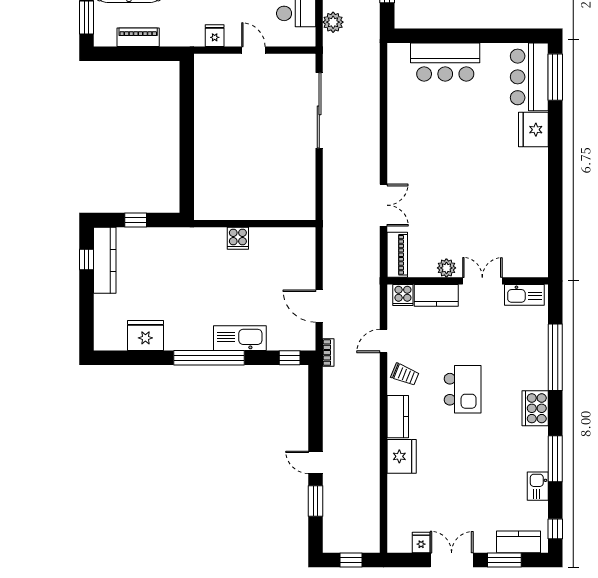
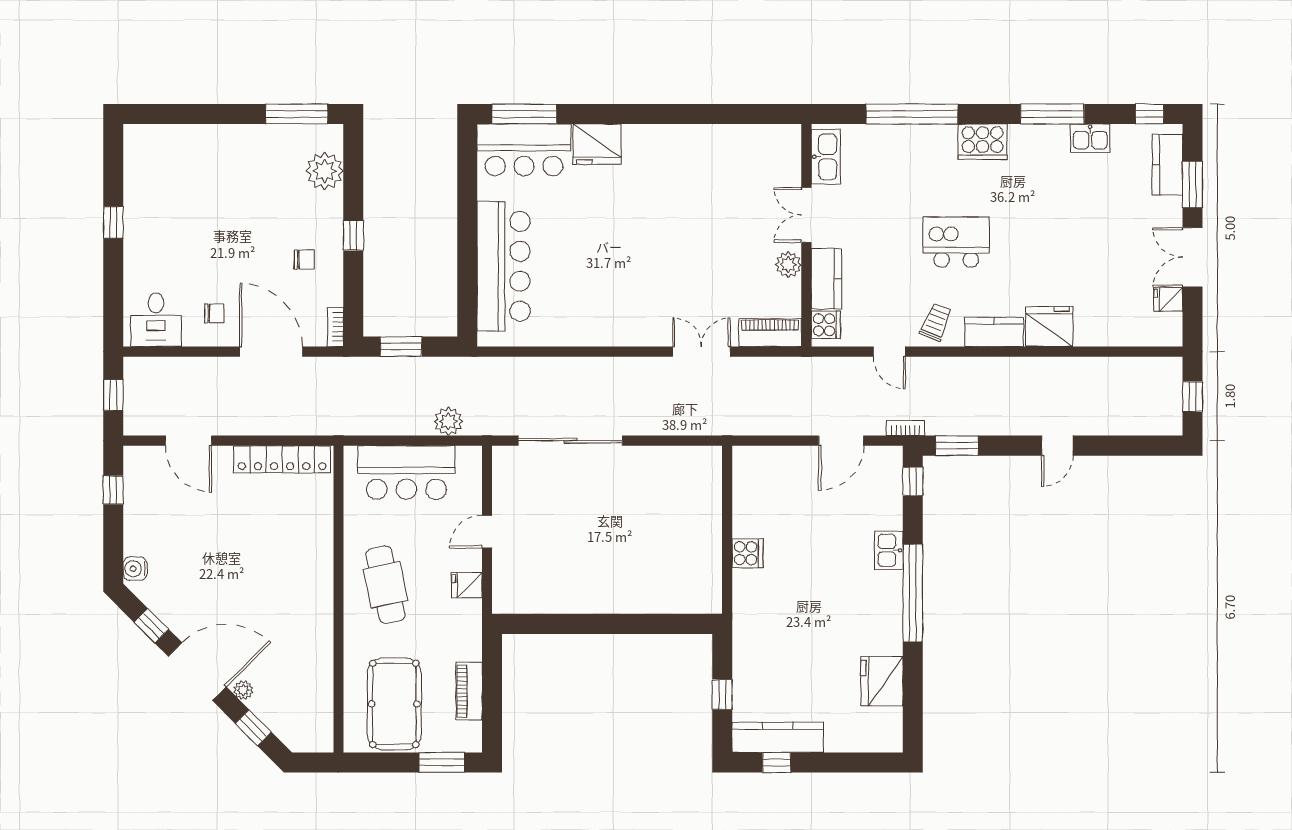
bar counter: (445, 62) -> (504, 266), width x1.36
kitchen sink: (240, 338) -> (889, 550), width x0.53, depth x0.81
window: (316, 501) -> (957, 446), moved

